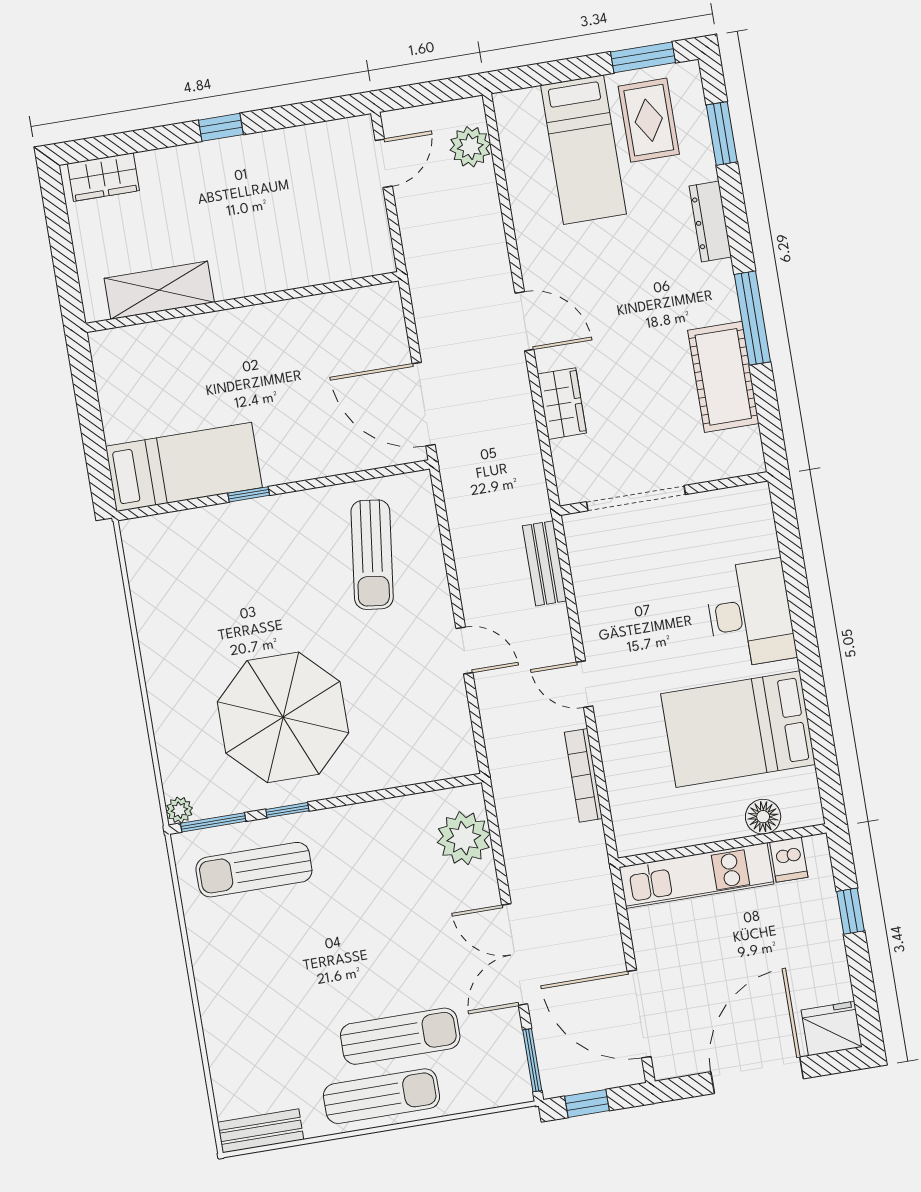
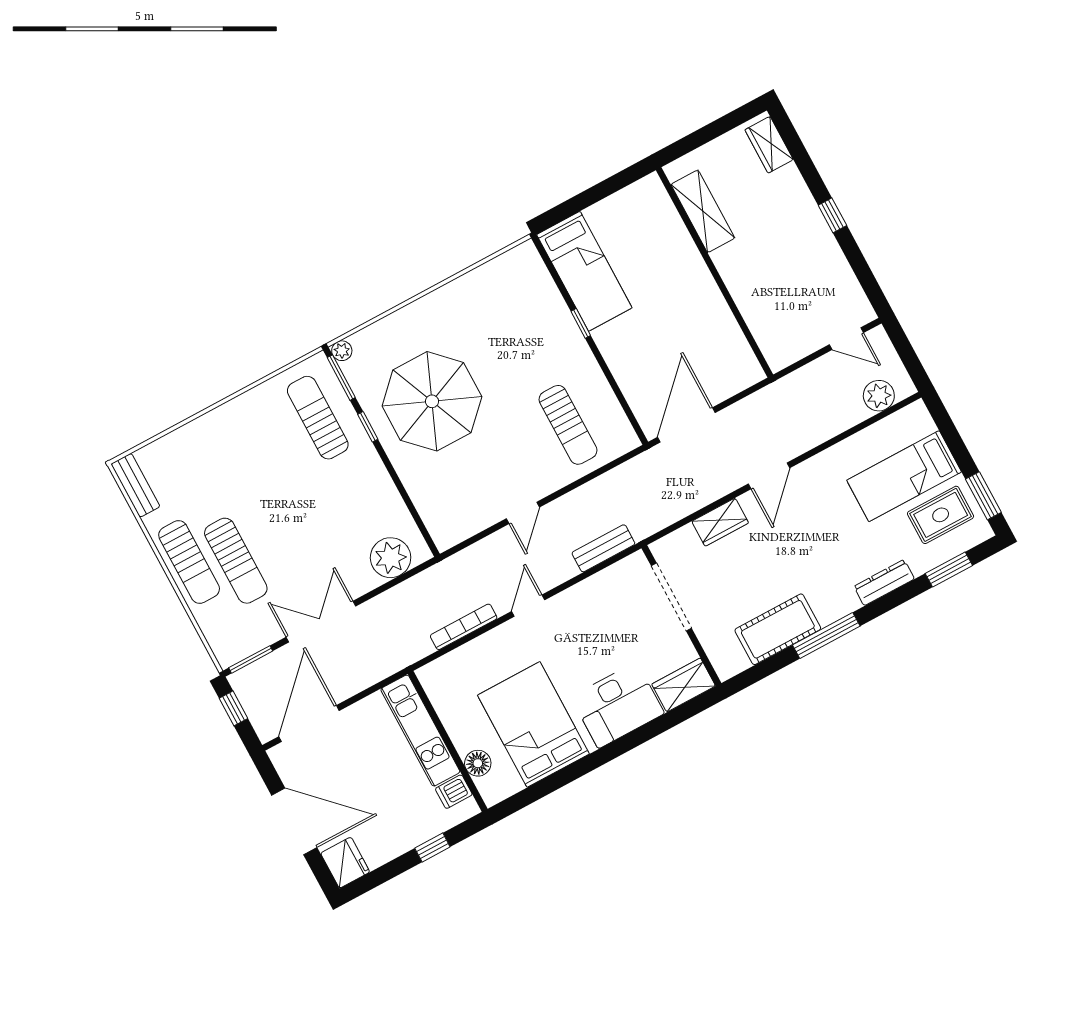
wardrobe: (753, 521) -> (684, 685), added
sun lounger: (372, 555) -> (568, 425), turned -97

